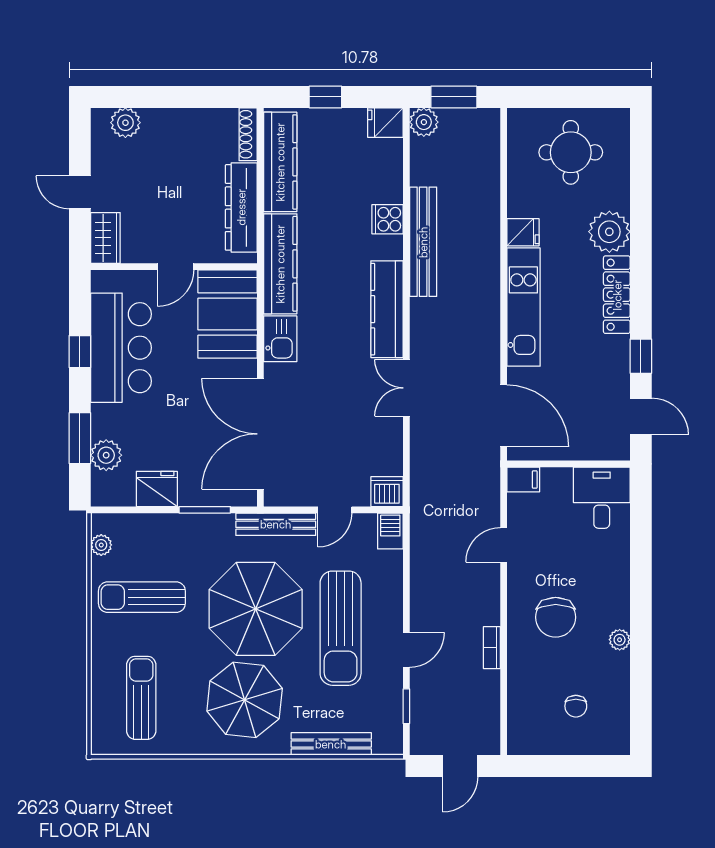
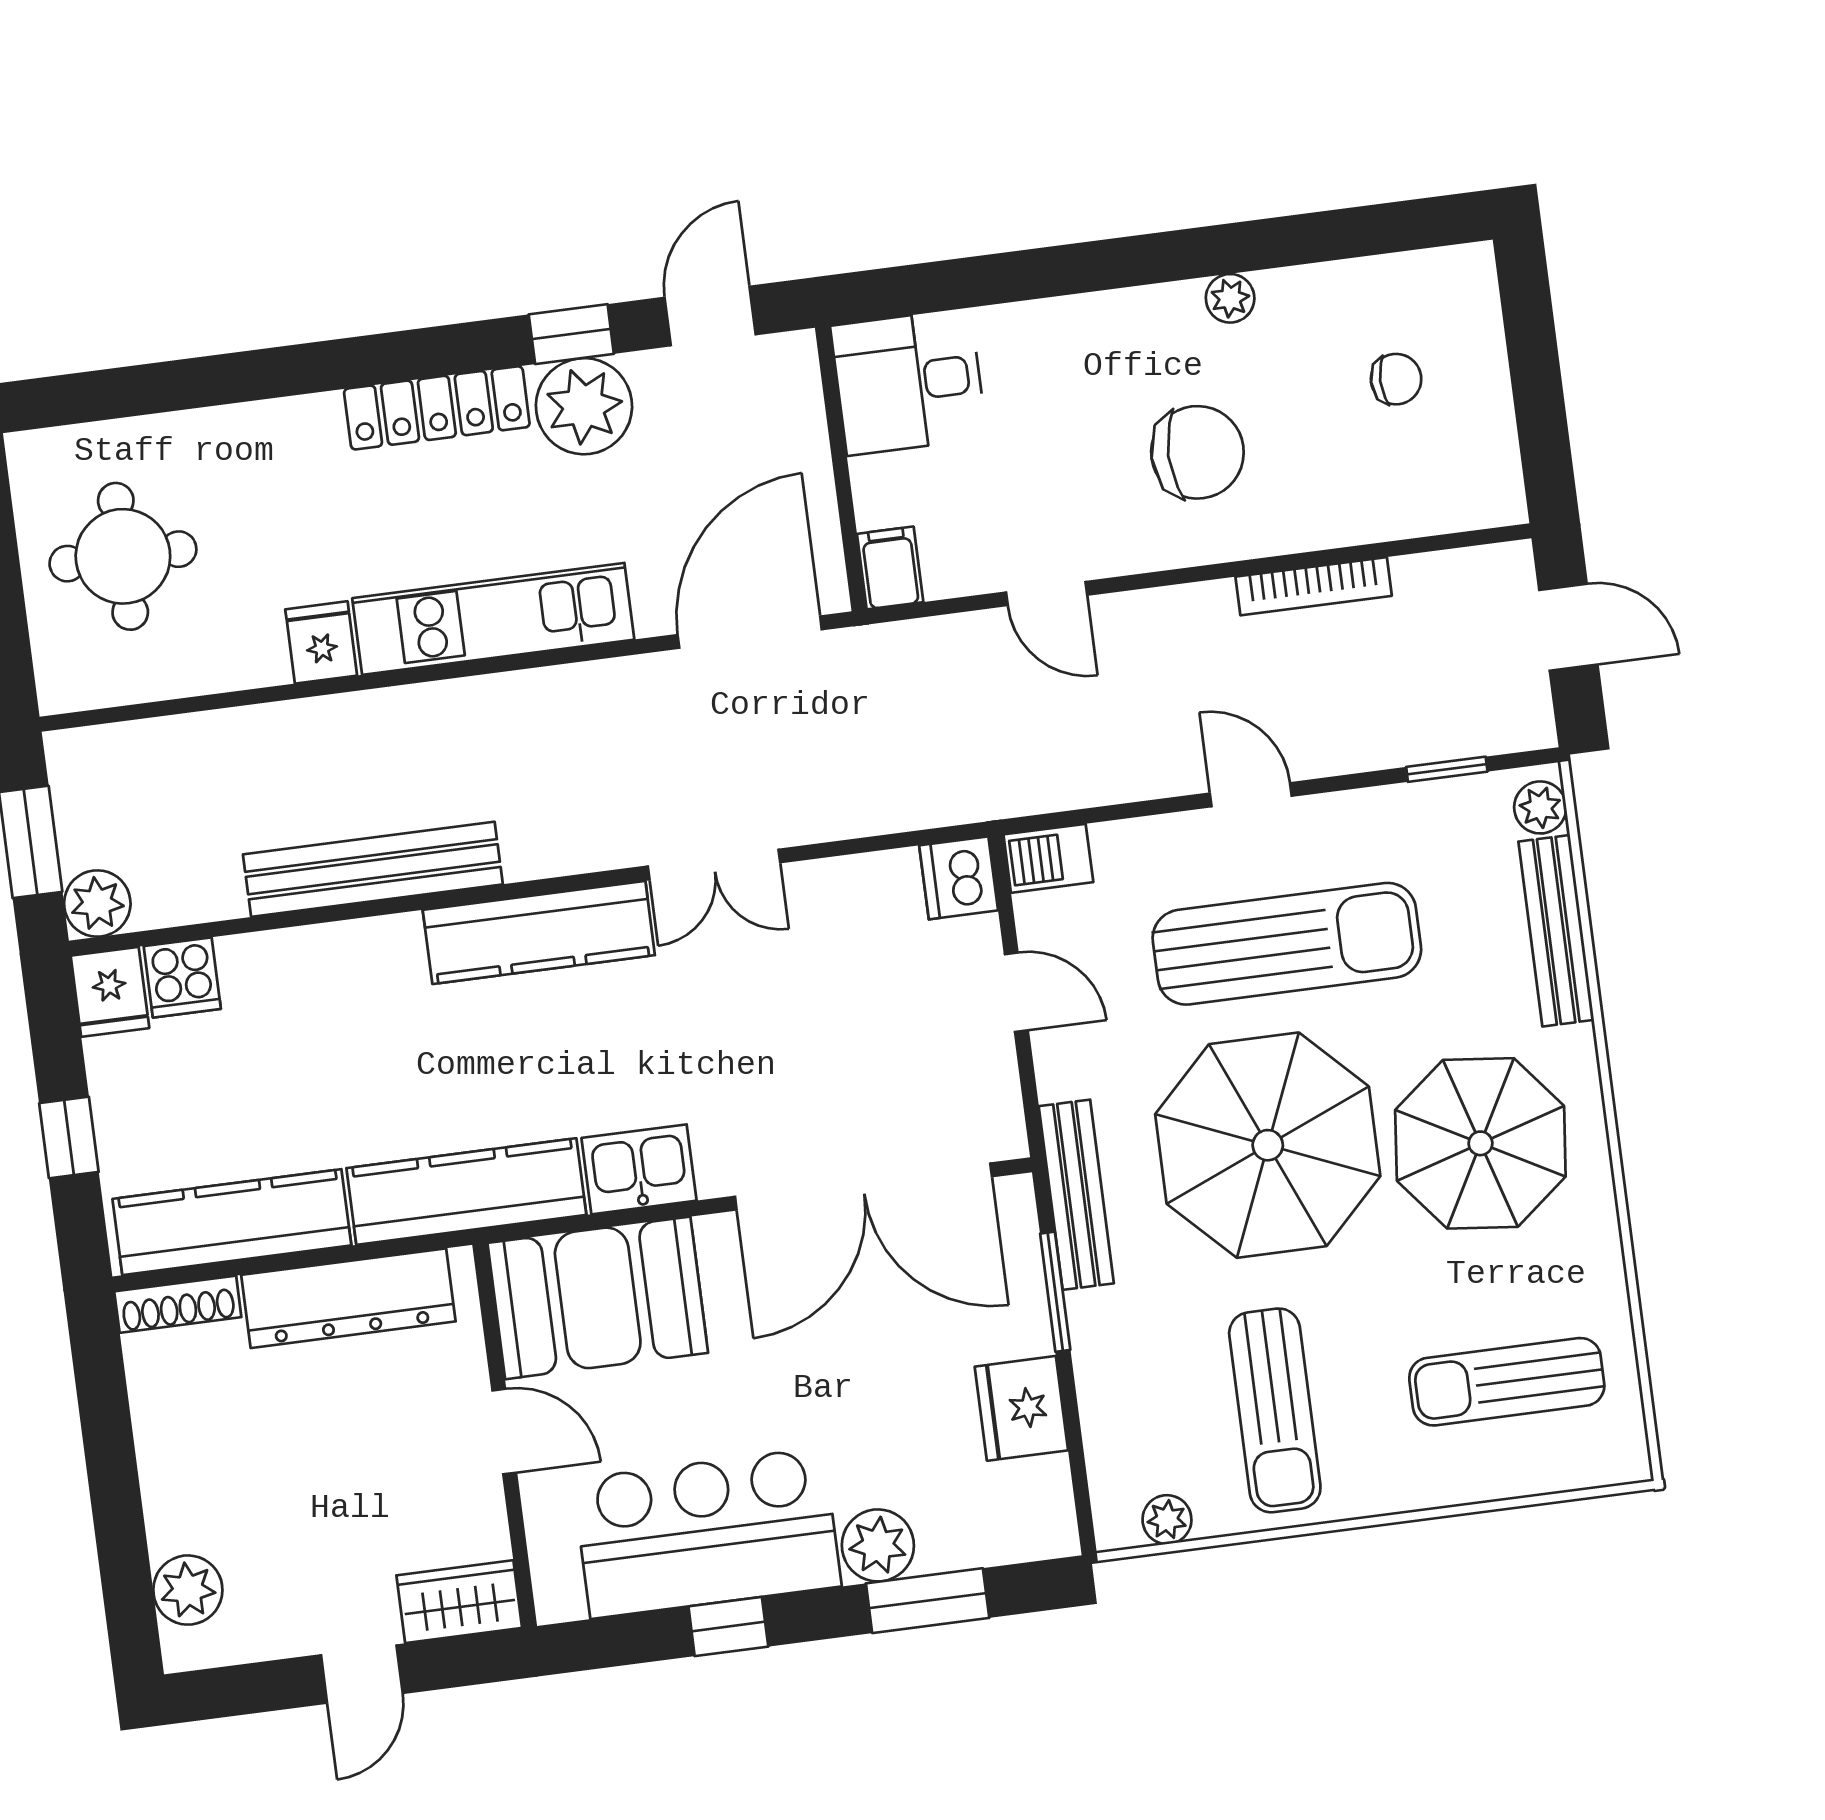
cooker: (387, 219) -> (182, 977), moved
plant: (609, 232) -> (584, 406), moved
plant: (106, 455) -> (878, 1545), moved
bench: (276, 524) -> (1076, 1195), moved
bookcase: (492, 648) -> (1314, 586), width x1.56
door: (406, 650) -> (1251, 795), moved
plant: (385, 744) -> (1540, 807), added

